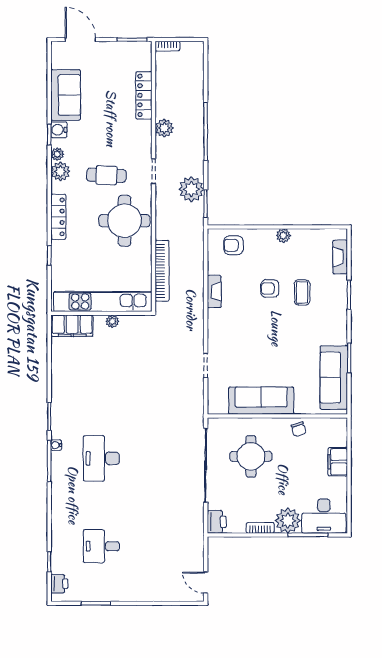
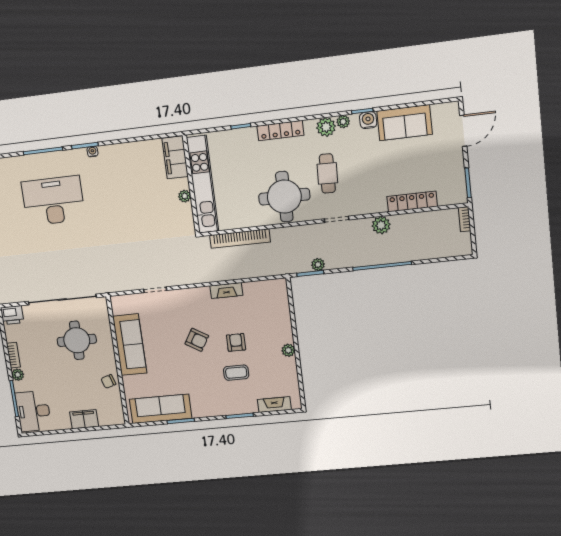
plant: (191, 189) -> (318, 265), width x0.53, depth x0.53
armchair: (234, 245) -> (197, 340), moved, turned 121
water cooler: (56, 445) -> (92, 152), moved
desk: (101, 458) -> (53, 201), width x1.36, depth x1.30
plant: (288, 521) -> (18, 375), width x0.53, depth x0.53

